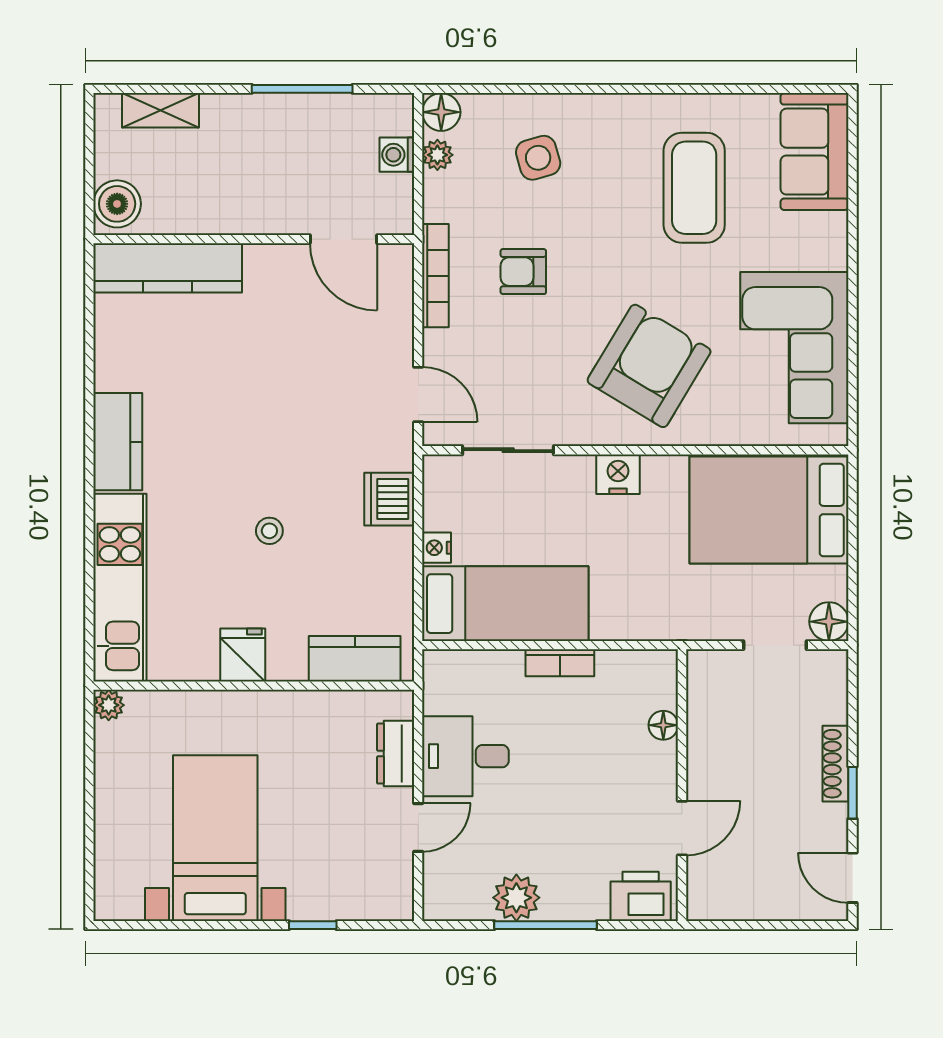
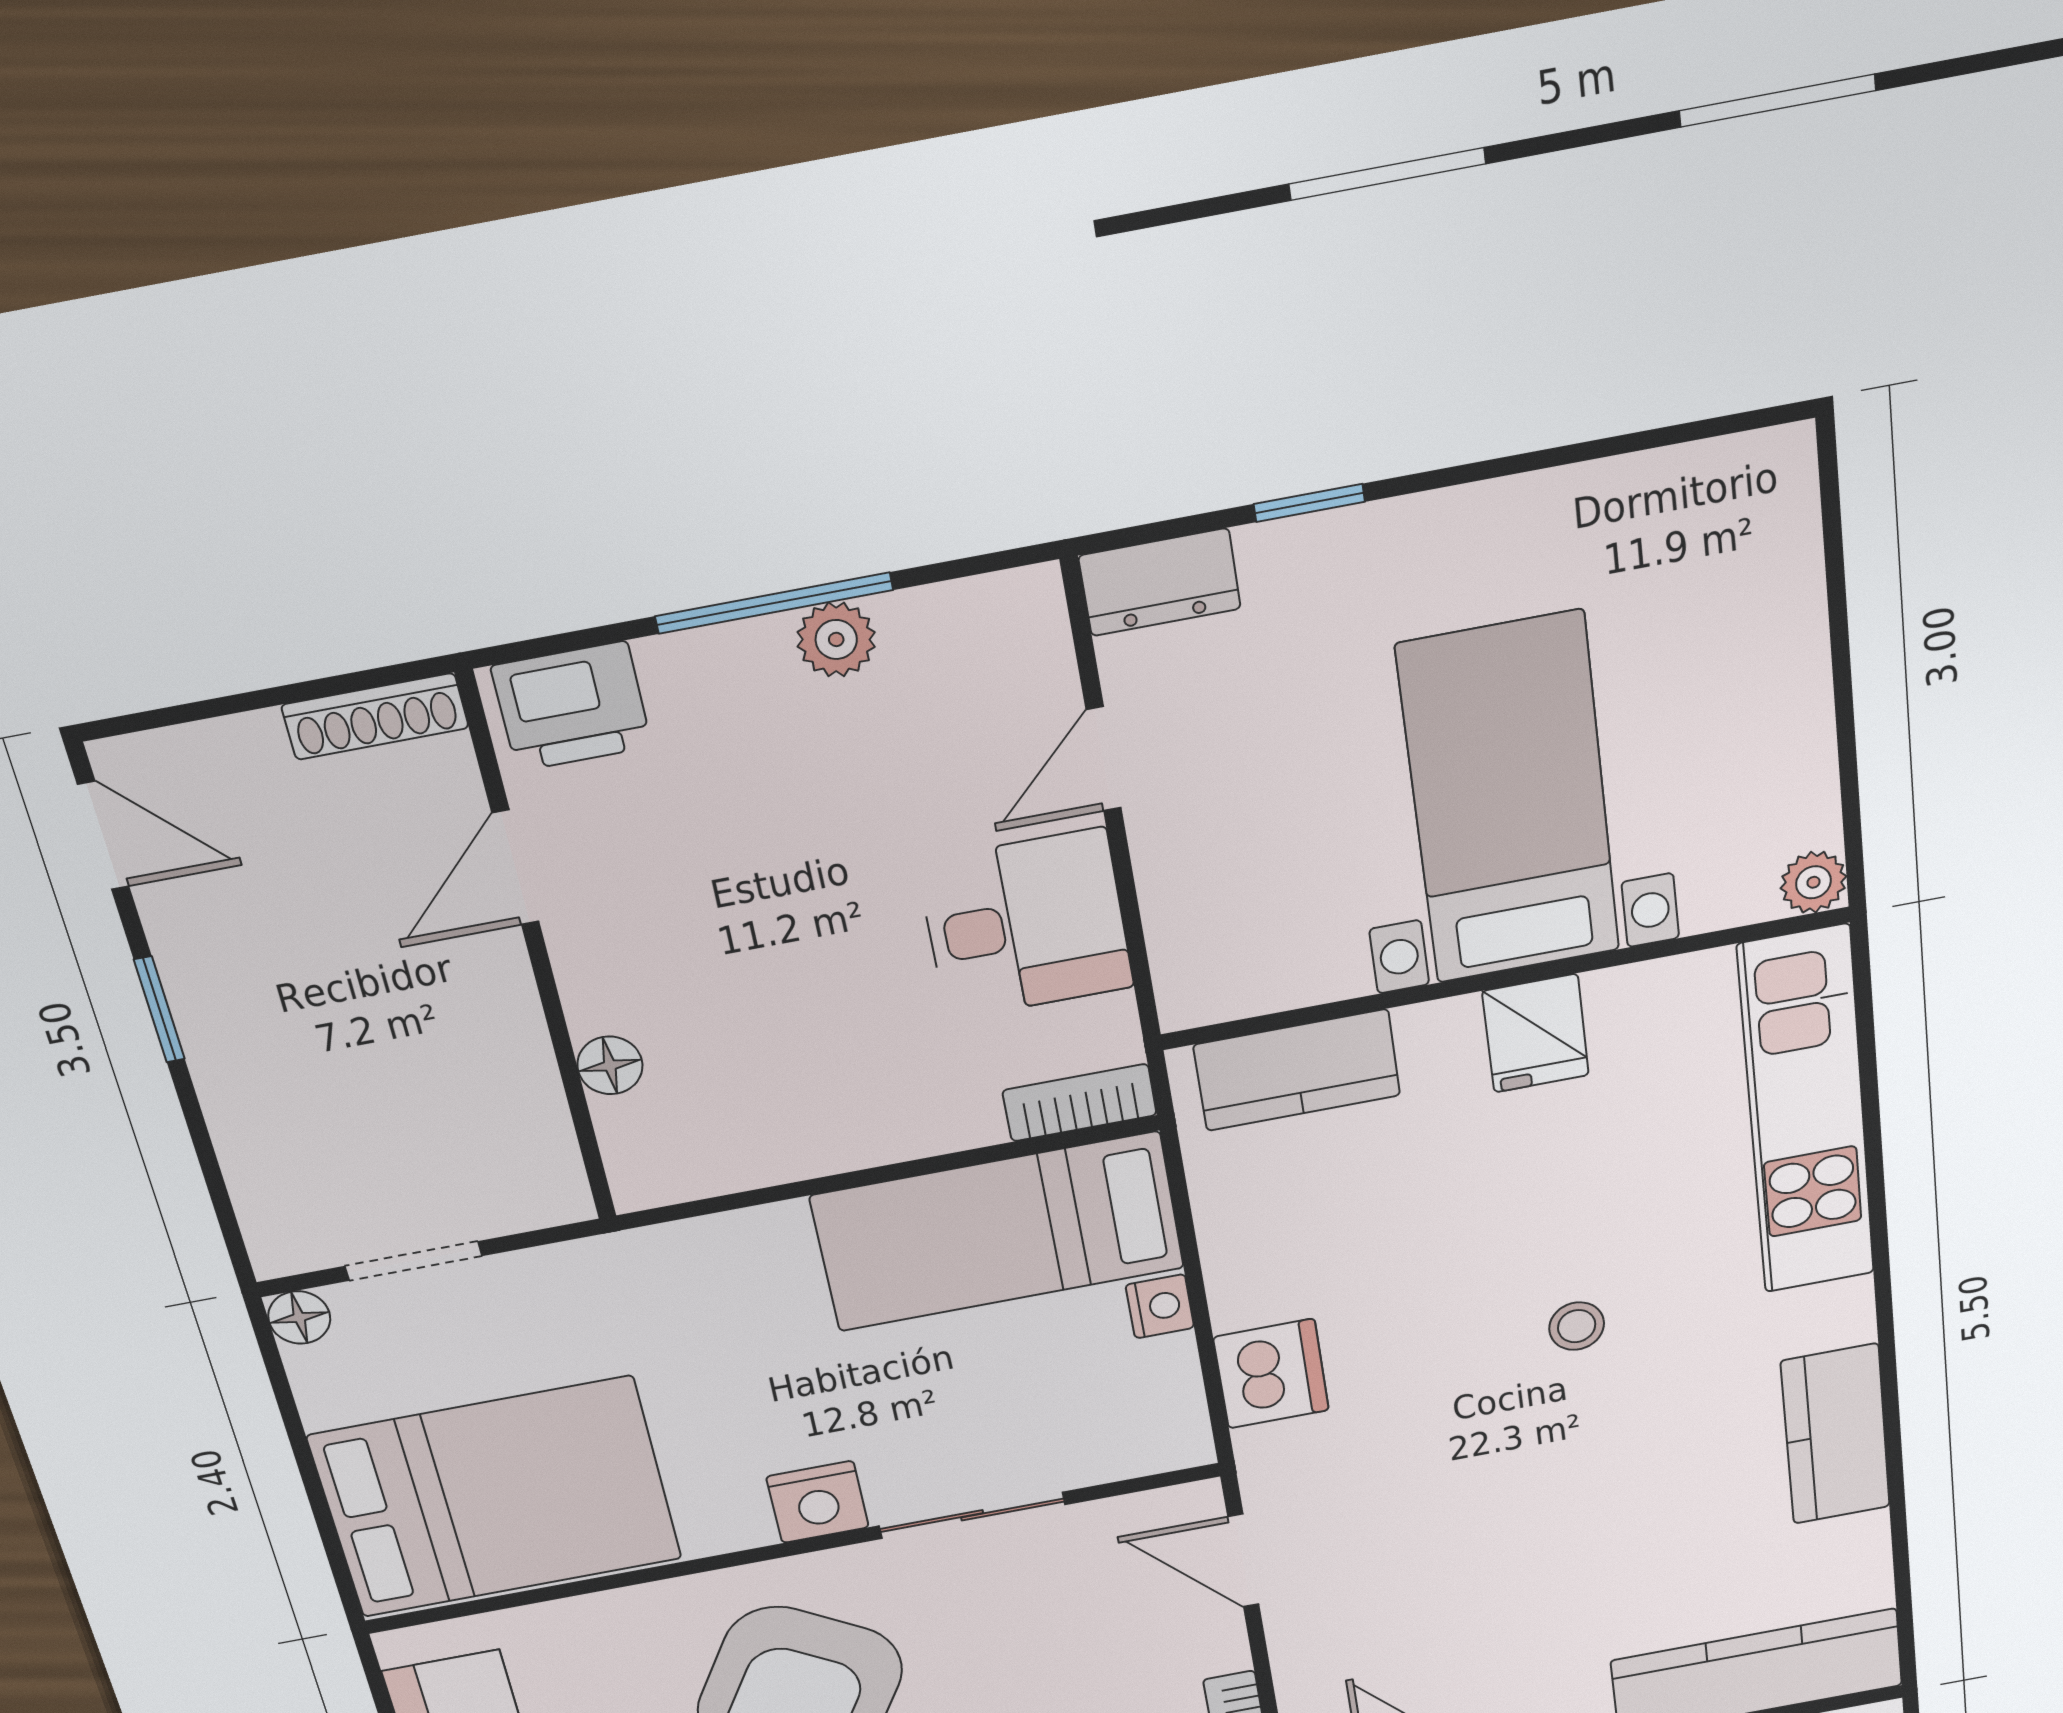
kitchen counter: (118, 442) -> (1836, 1434), moved
sliding door: (508, 450) -> (972, 1515), moved
stool: (269, 531) -> (1577, 1326), moved
floor lamp: (829, 622) -> (299, 1317), width x0.73, depth x0.73
bookcase: (560, 663) -> (1080, 1103), moved
dresser: (396, 754) -> (1160, 582), moved, turned 90
shoe rack: (835, 764) -> (375, 716), moved, turned 90
bed with nightstands: (215, 838) -> (1509, 800), moved, turned 180
plant: (516, 898) -> (836, 639), width x0.73, depth x0.73

